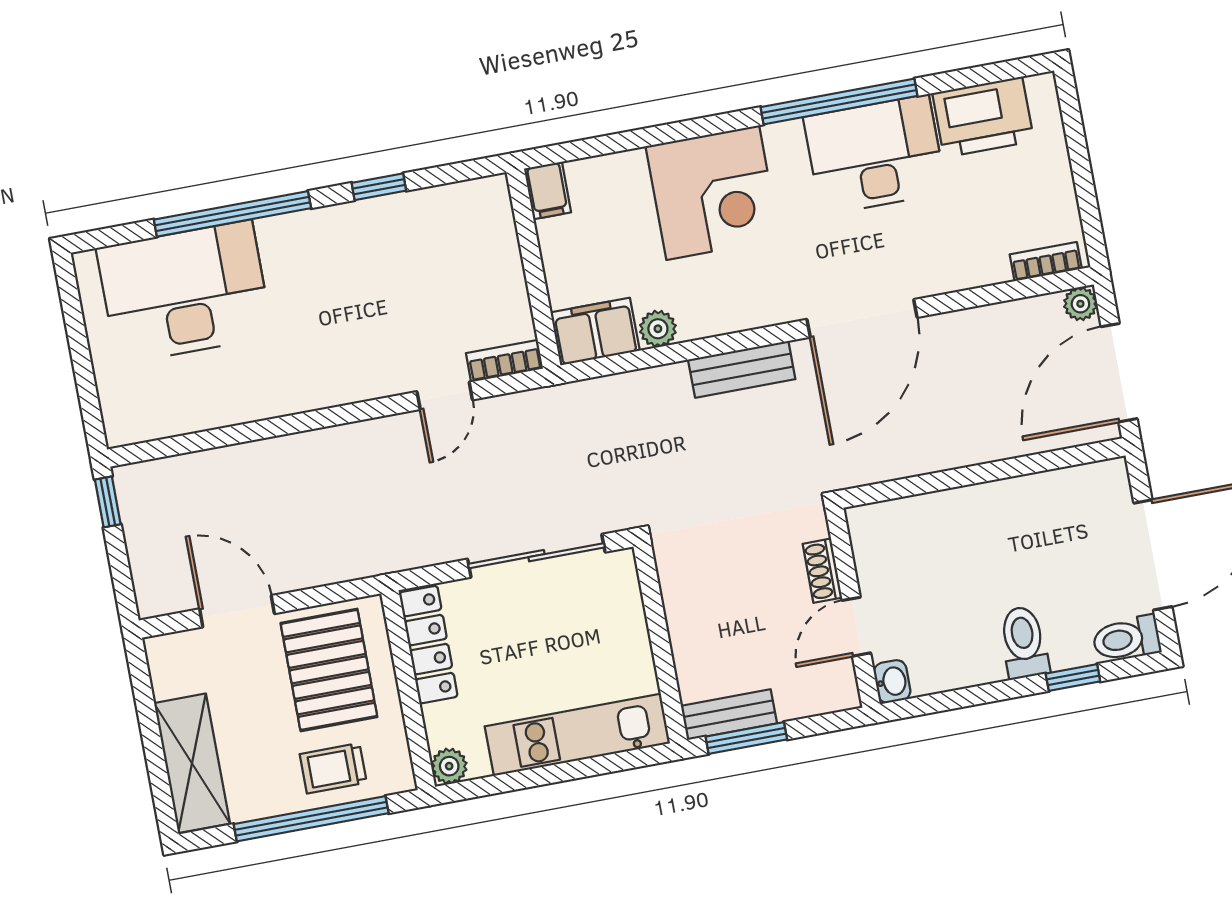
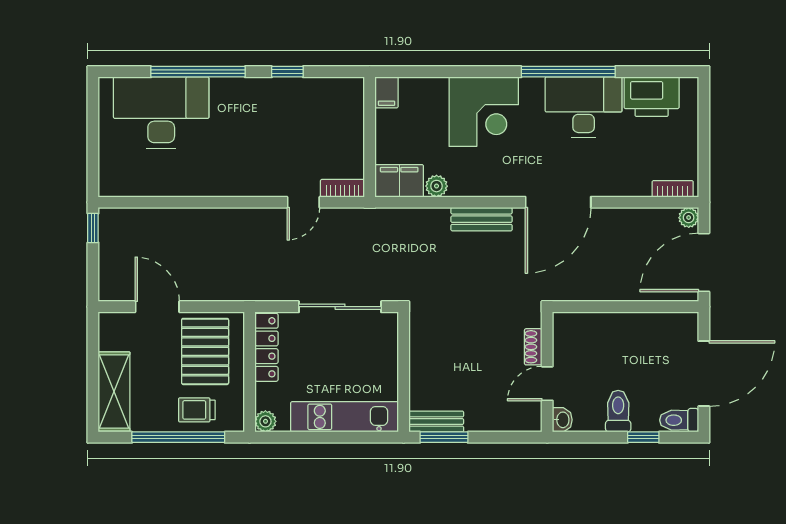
shoe rack: (822, 571) -> (533, 347), moved
wall: (853, 608) -> (547, 372), moved
door: (856, 627) -> (547, 384), moved
washbasin: (892, 682) -> (562, 420), moved

